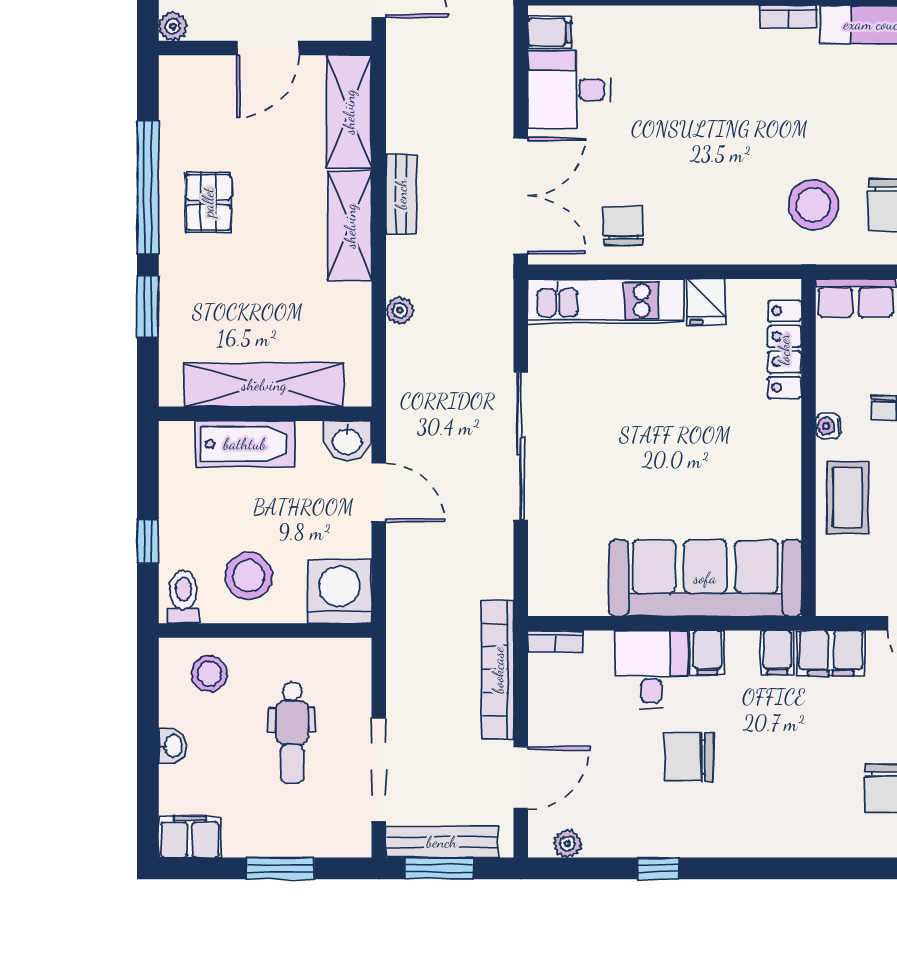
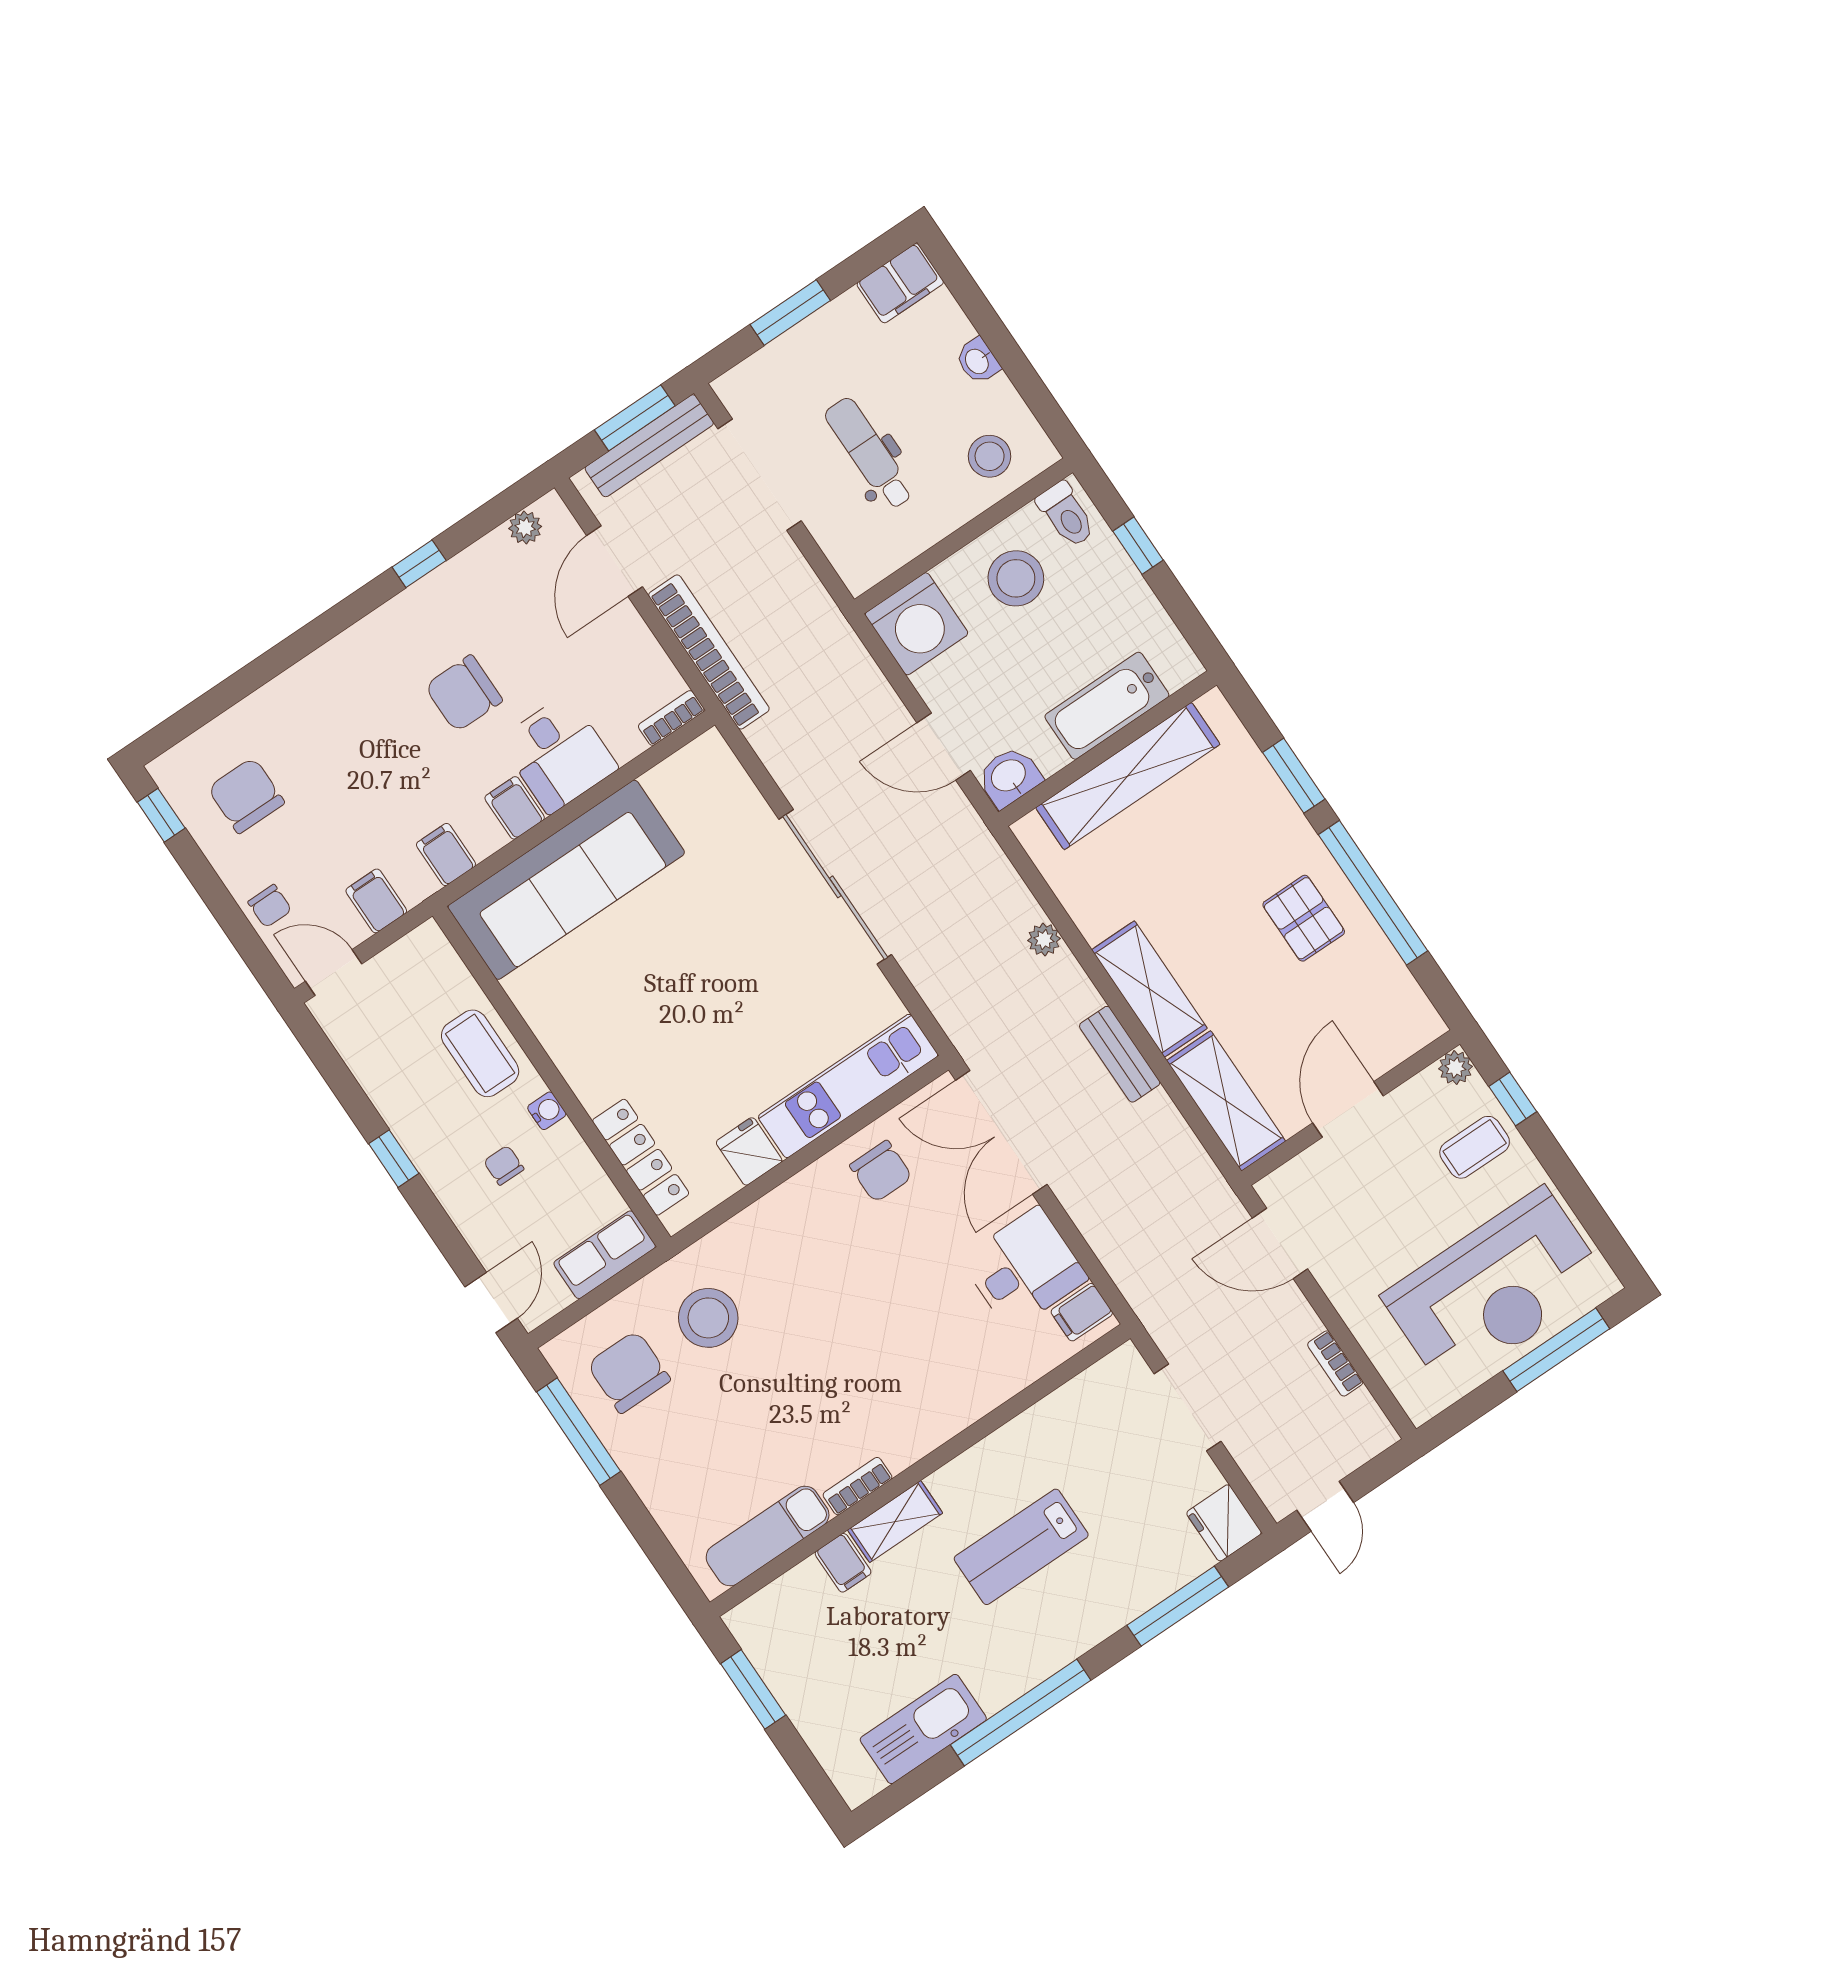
filing cabinet: (831, 653) -> (376, 901), width x0.50
chair: (689, 757) -> (464, 693), turned 180

